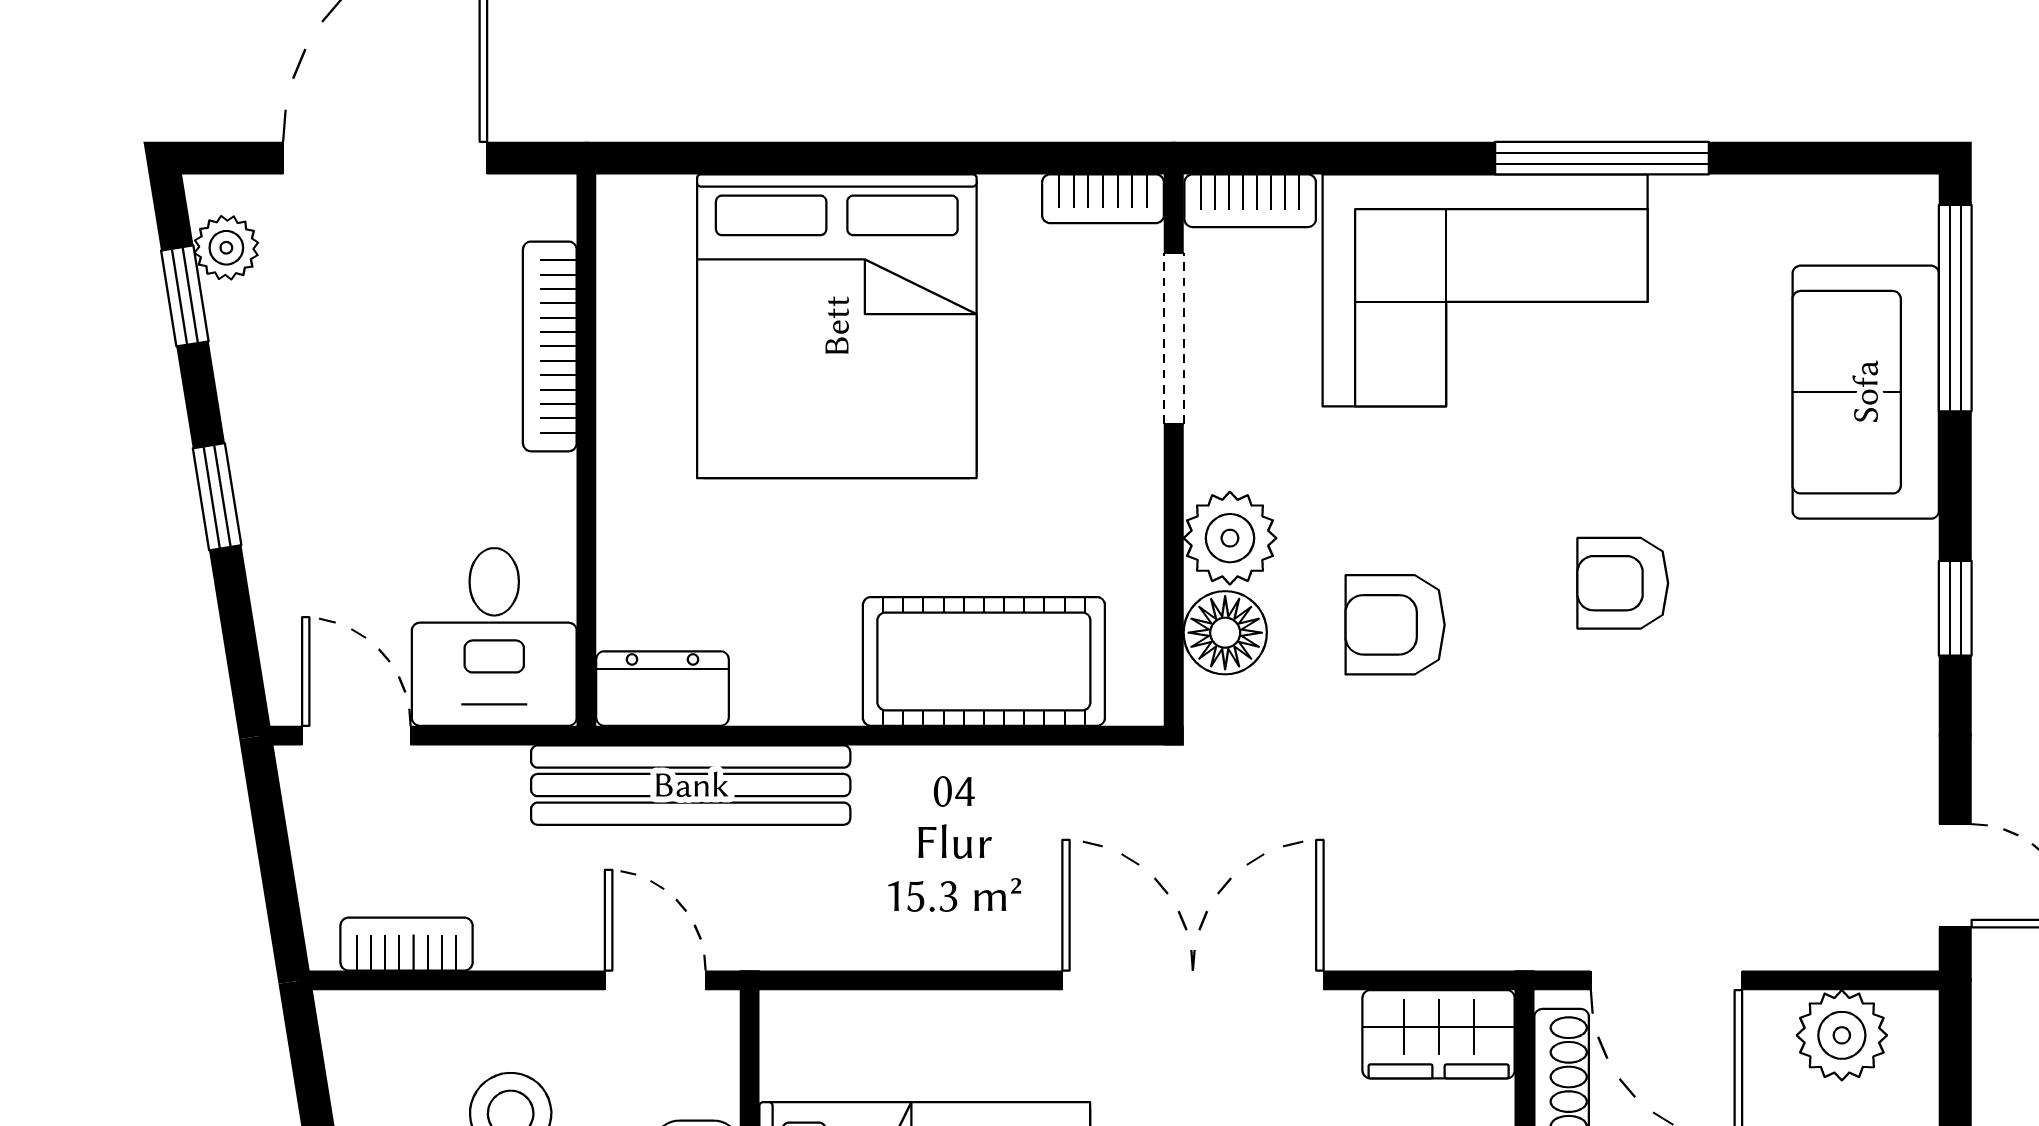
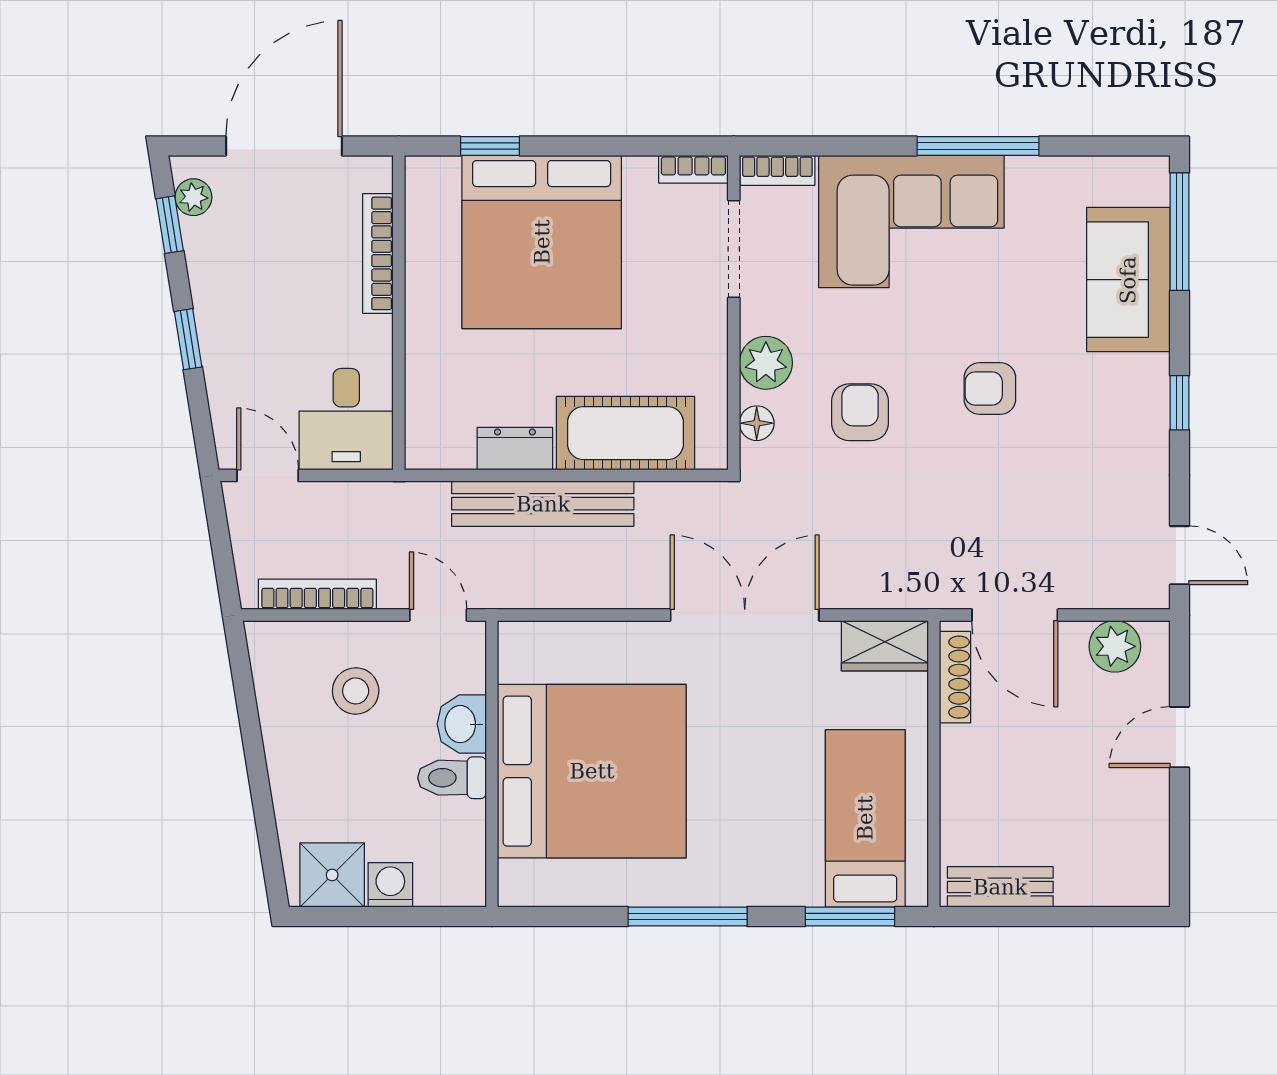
window: (746, 158) -> (490, 146), added
armchair: (1395, 625) -> (860, 412), turned 90
floor lamp: (1225, 633) -> (757, 423), width x0.73, depth x0.73
dresser: (663, 689) -> (515, 449), moved
bench: (691, 785) -> (543, 504), moved
bookcase: (407, 944) -> (317, 594), width x1.56

